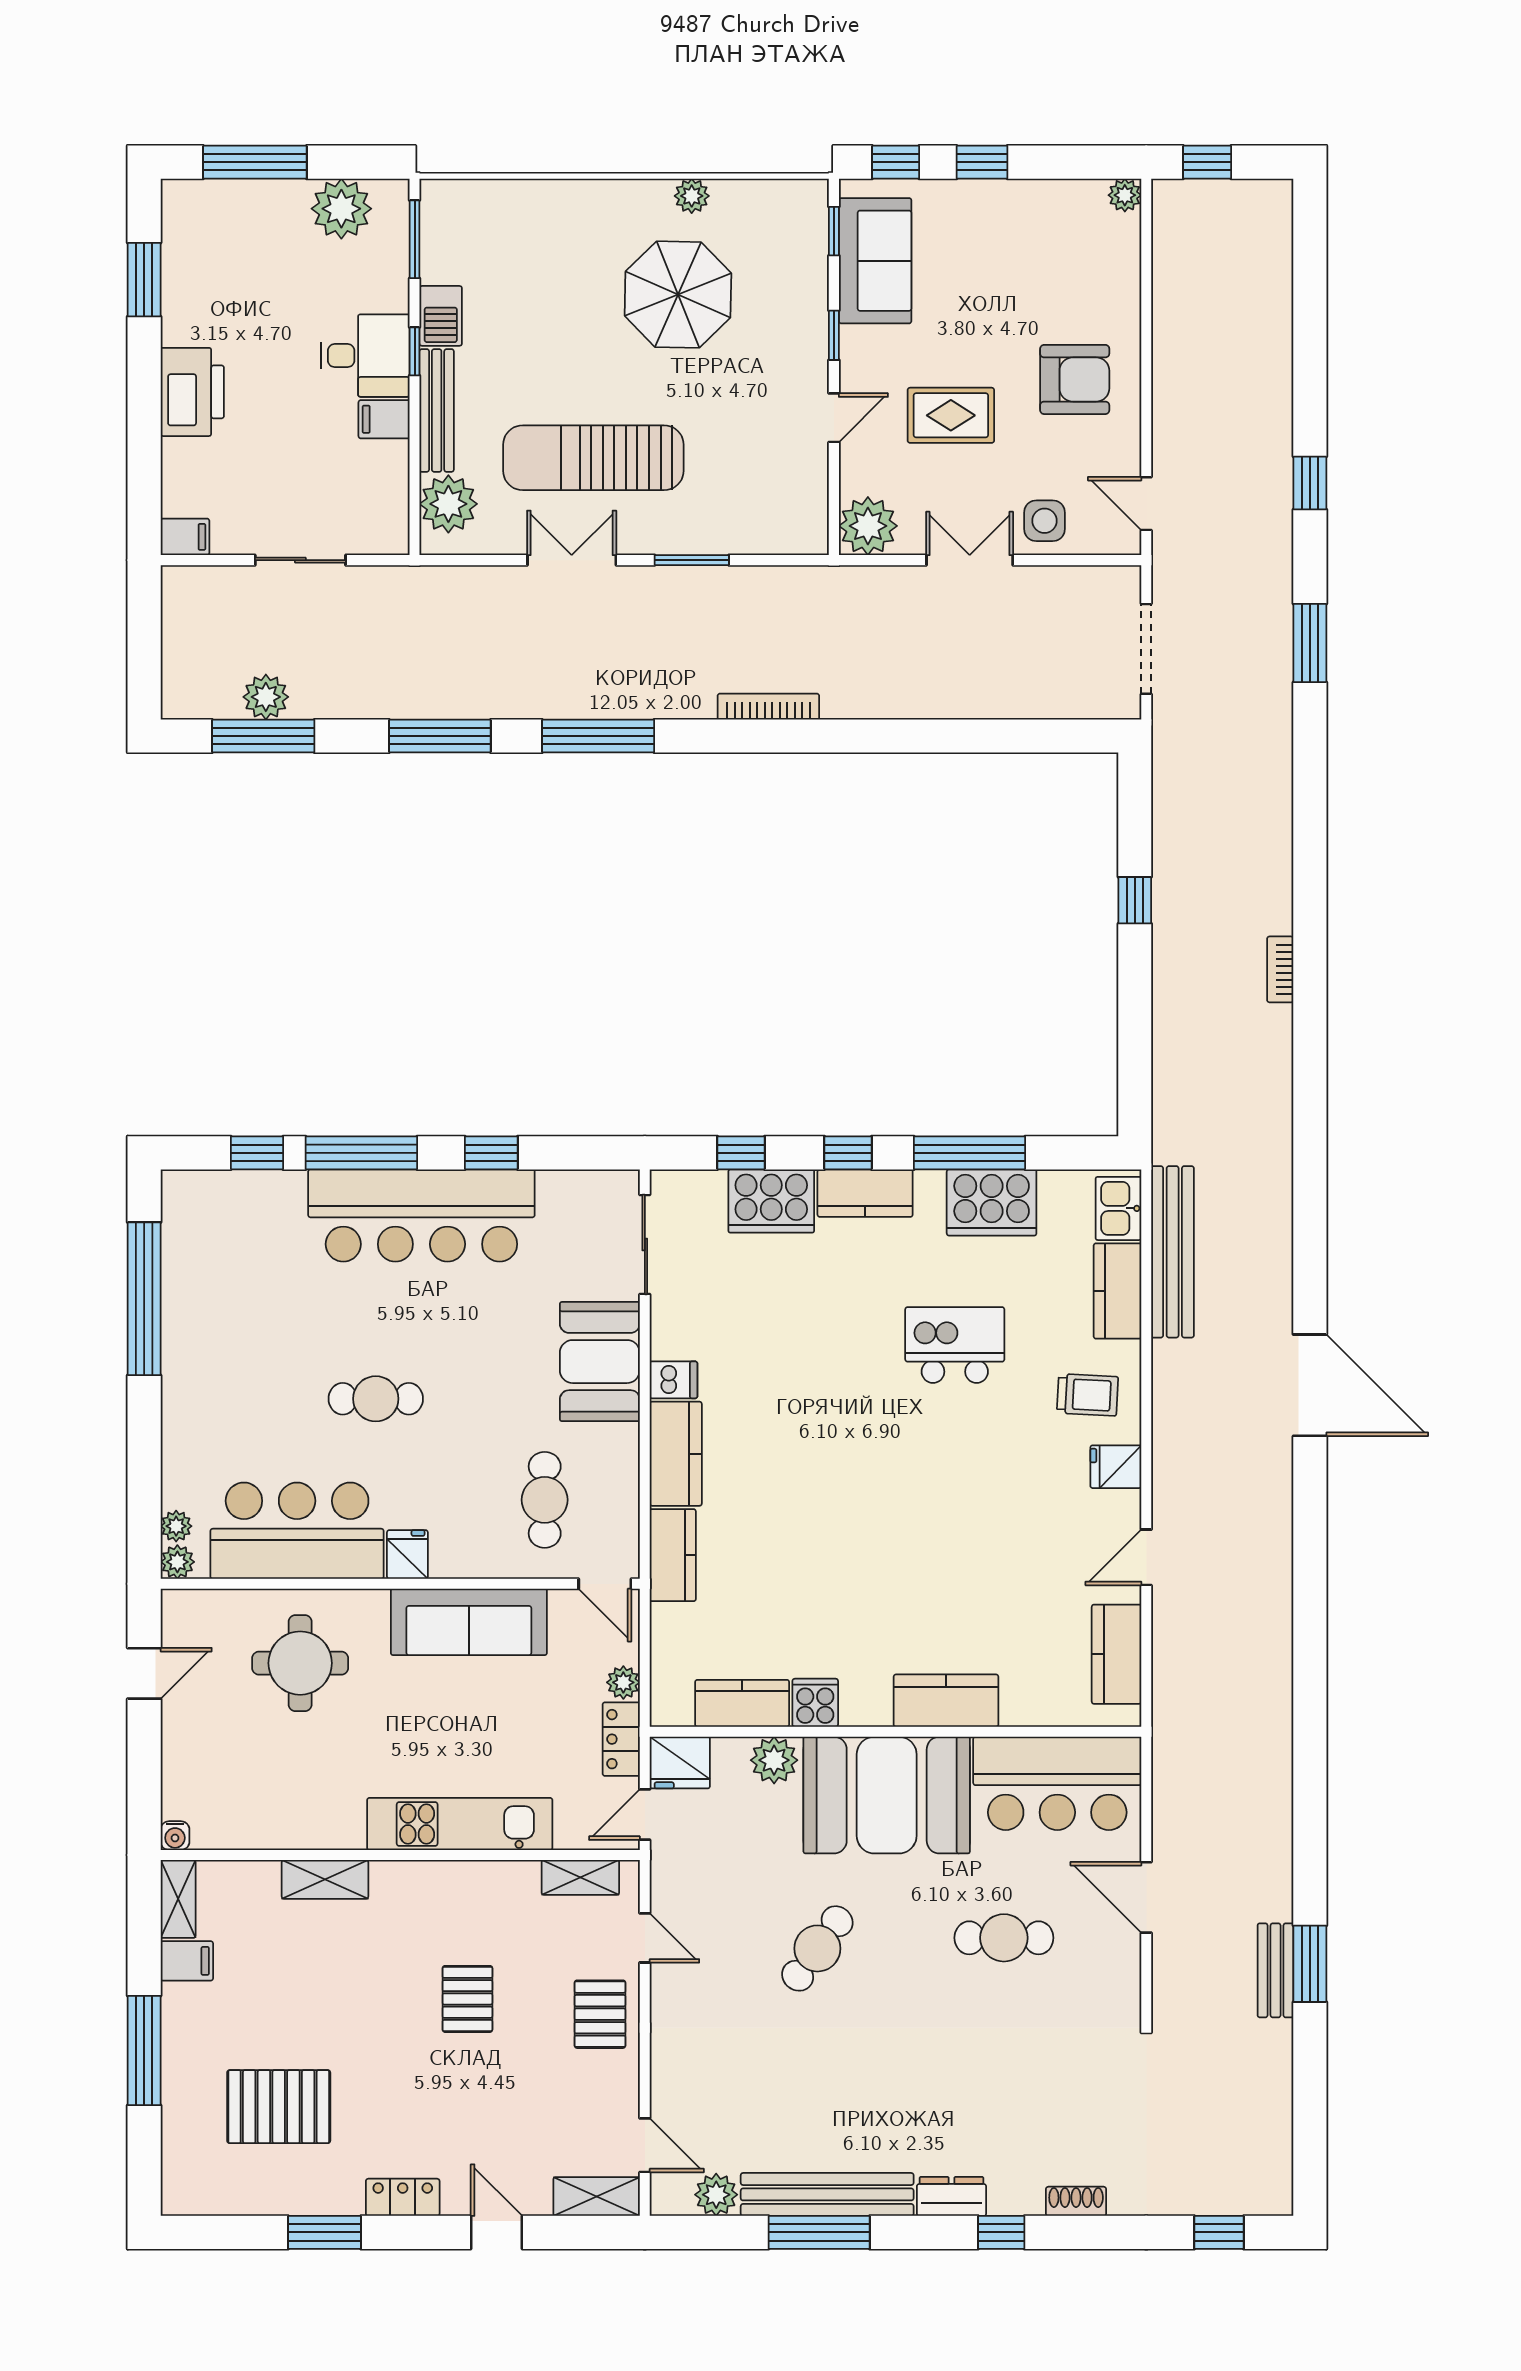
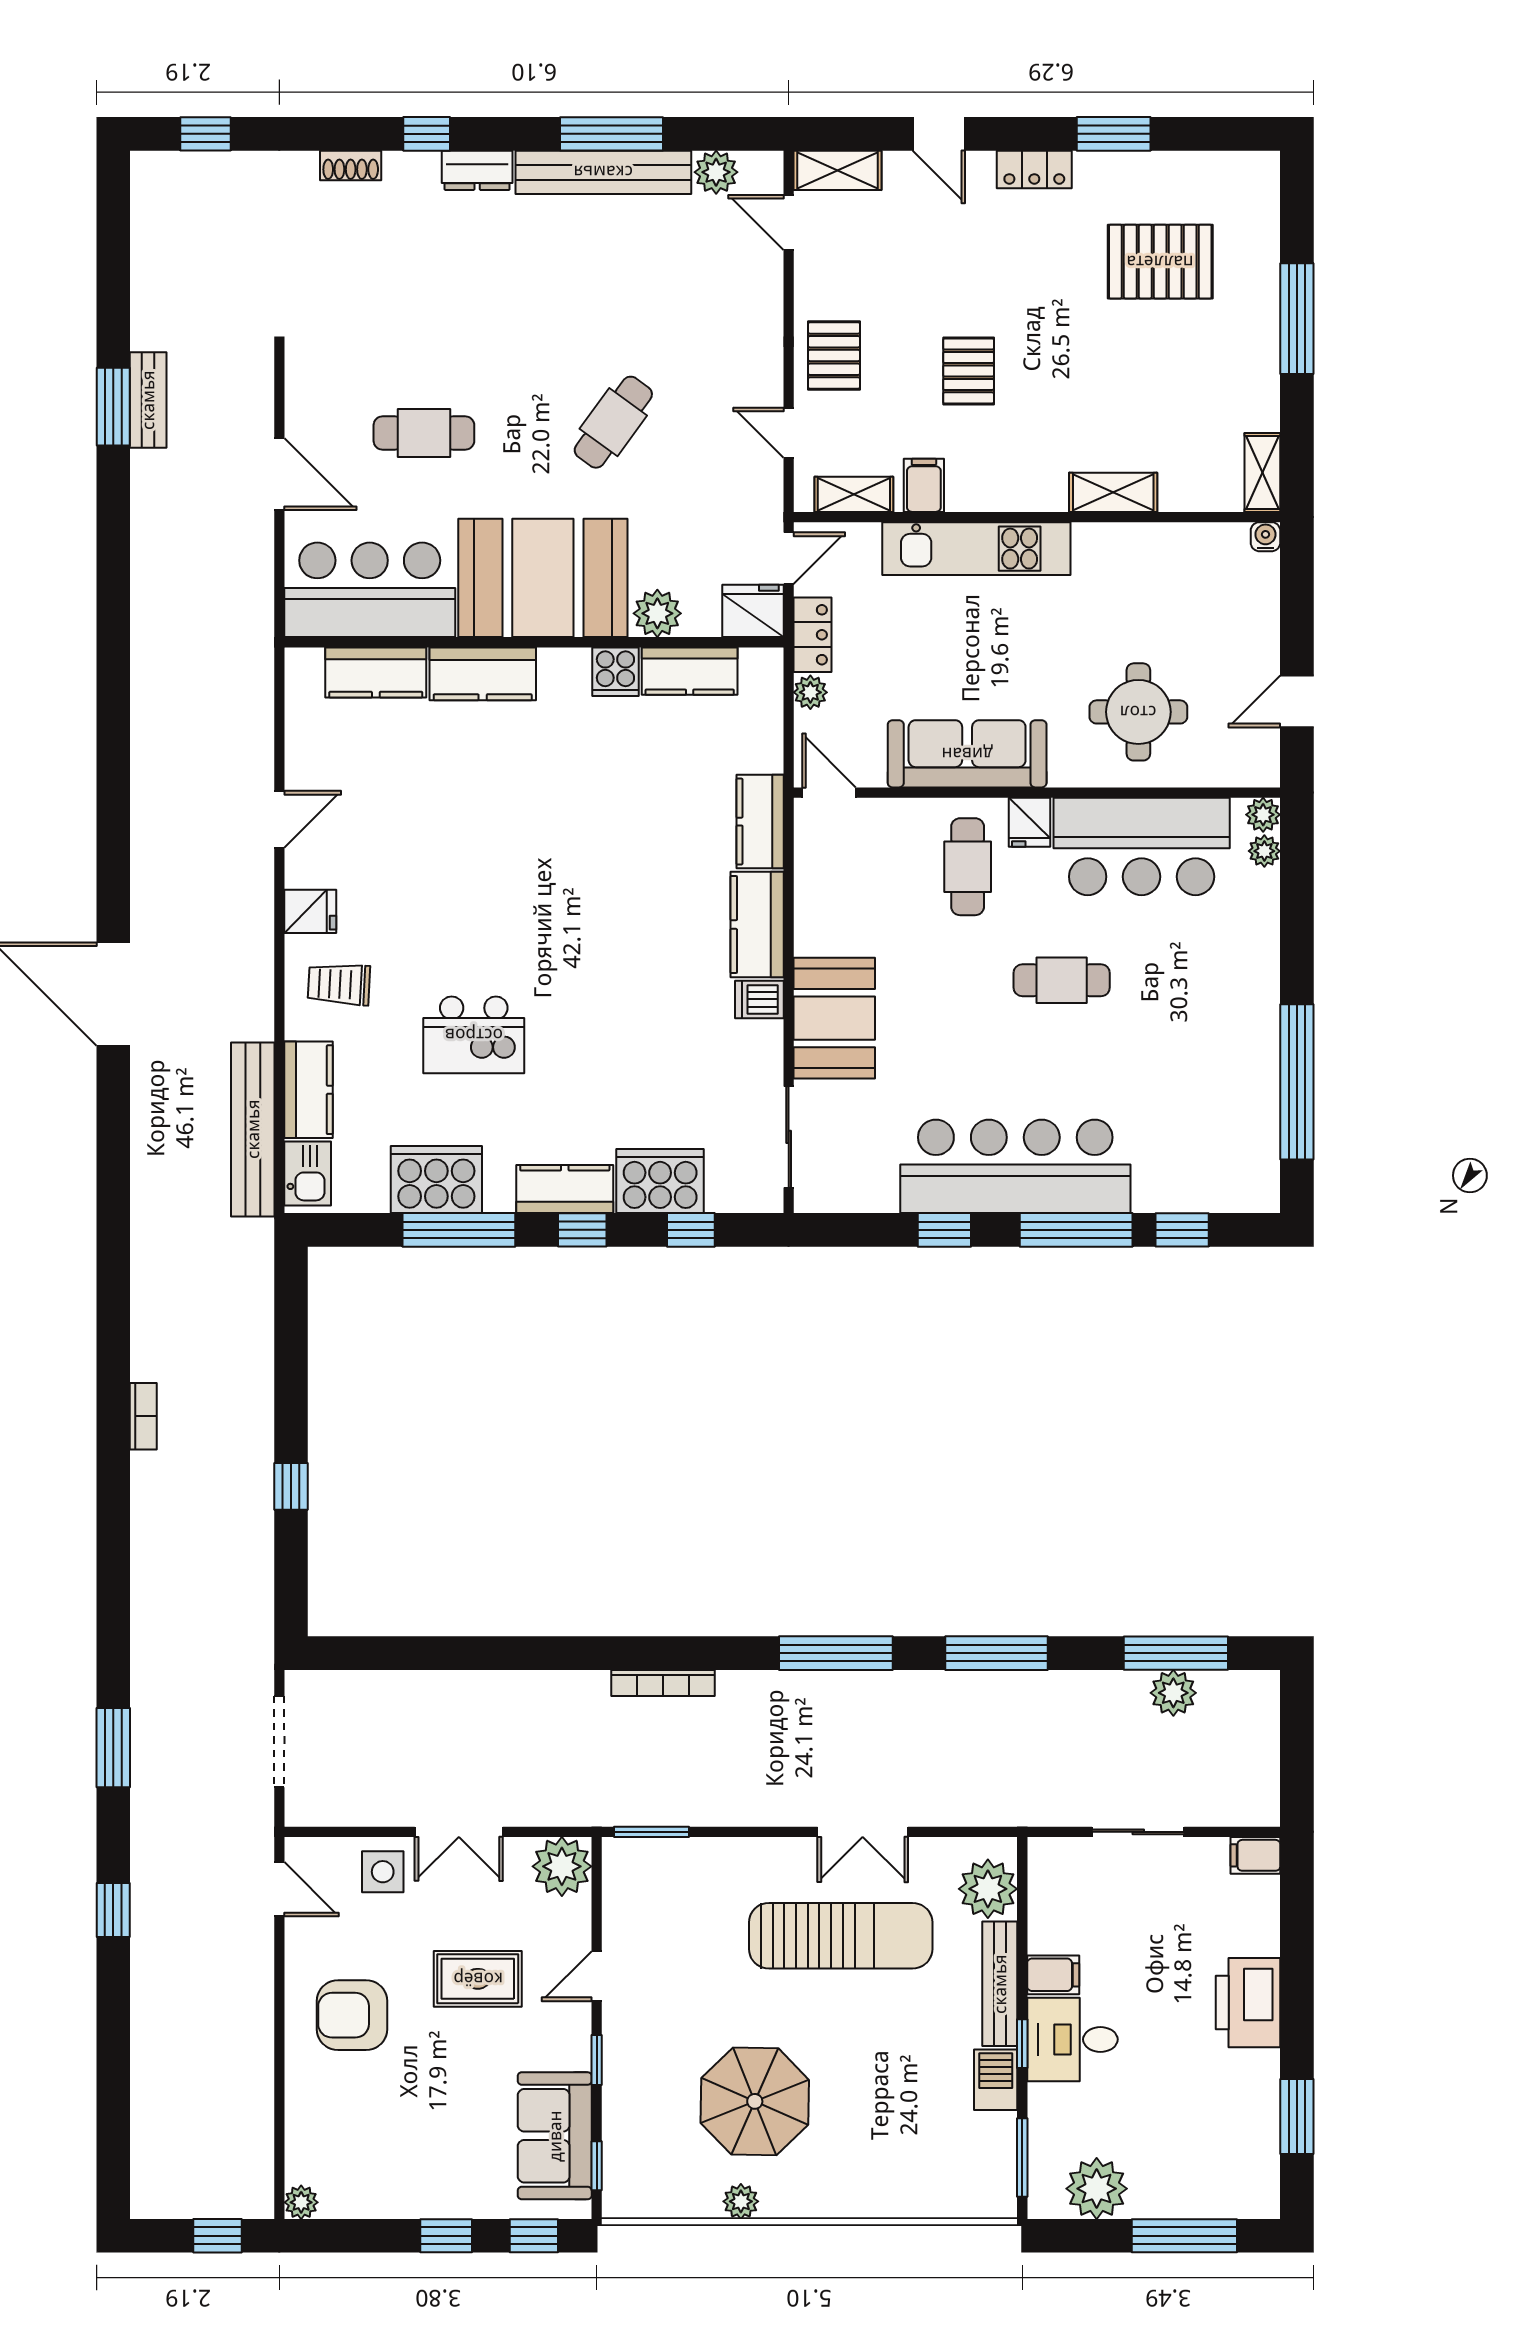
window: (692, 560) -> (651, 1832), moved
cafe table: (545, 1500) -> (968, 867), moved
kitchen counter: (1117, 1654) -> (376, 672), moved, turned 90
filing cabinet: (187, 1961) -> (924, 485), moved, turned 90

